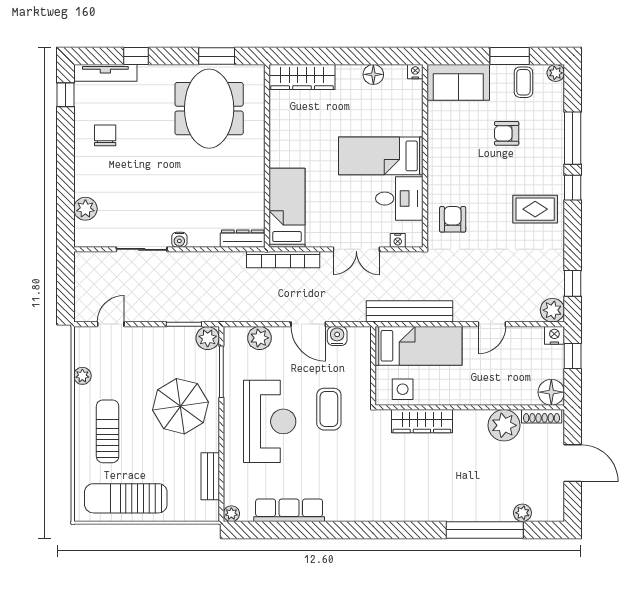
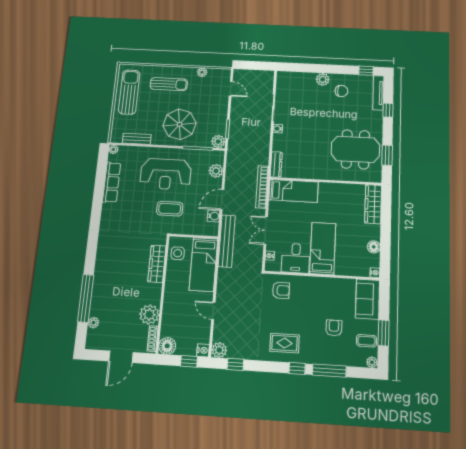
plant: (85, 209) -> (323, 79), moved
rug: (535, 209) -> (285, 343), turned 90
bench: (409, 311) -> (227, 241), moved

